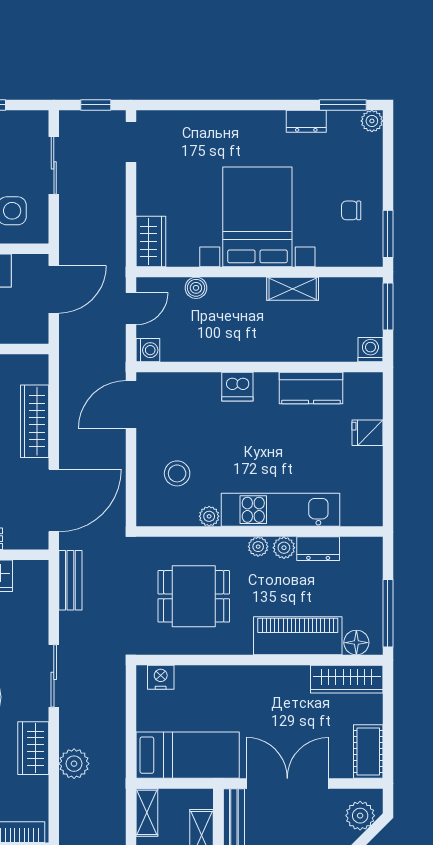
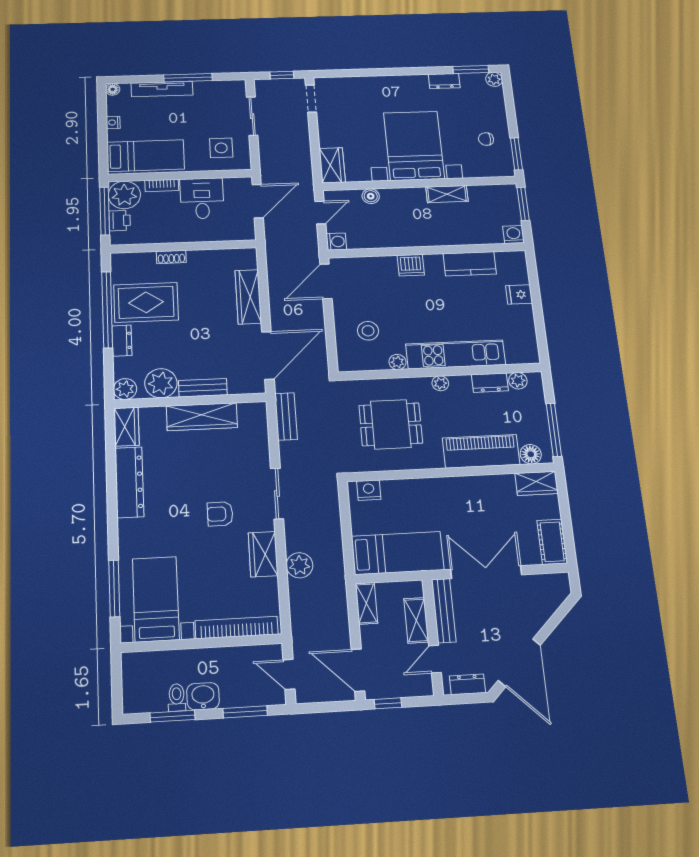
plant: (284, 548) -> (518, 381), moved
wardrobe: (347, 679) -> (536, 483), width x0.67
plant: (360, 816) -> (552, 596), removed

